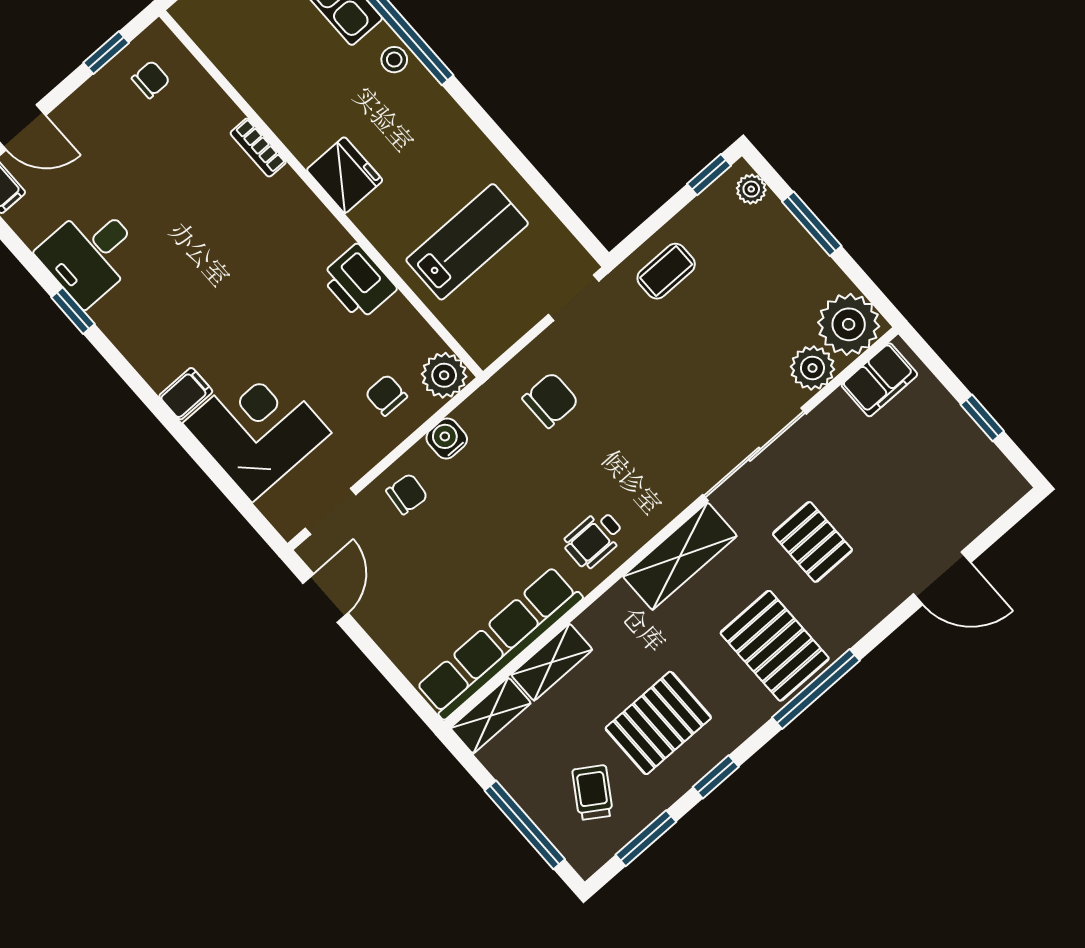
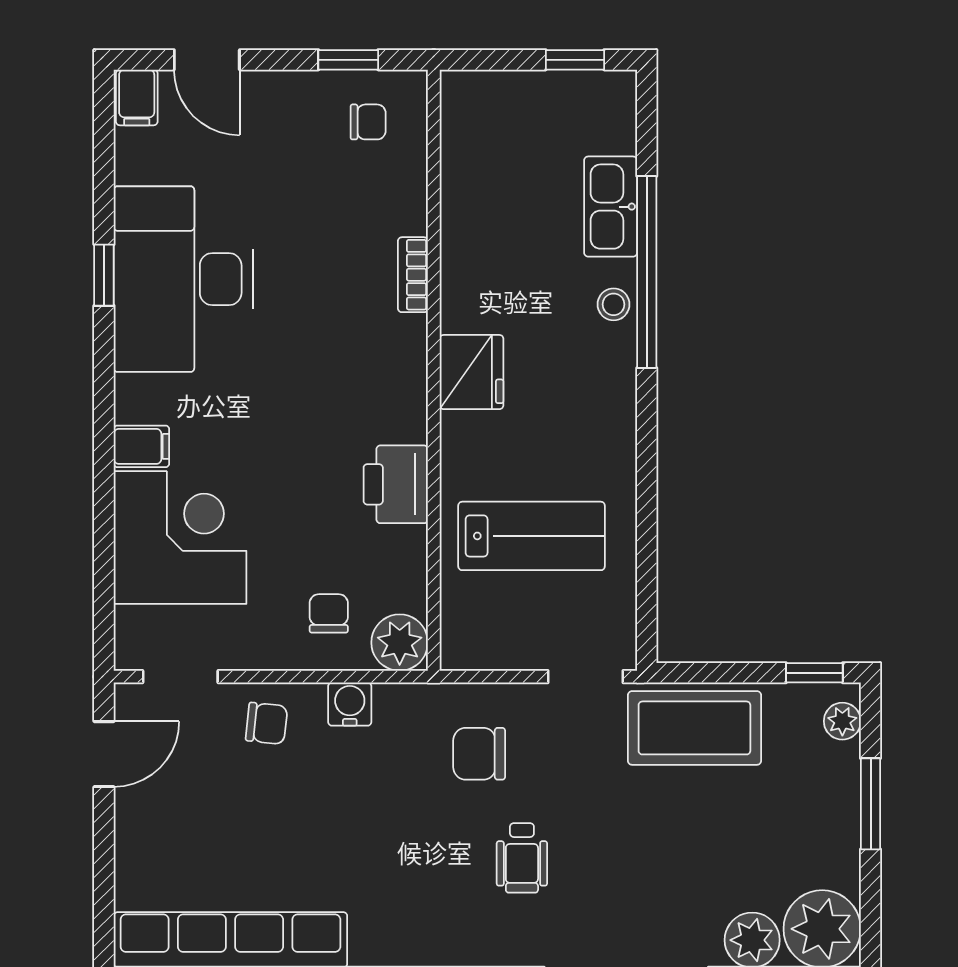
desk: (90, 254) -> (183, 279), width x1.87, depth x1.30
coffee table: (666, 271) -> (694, 728), width x1.86, depth x1.72
chair: (550, 400) -> (479, 754), turned 180
wheelchair: (594, 539) -> (522, 858), moved, turned -90

